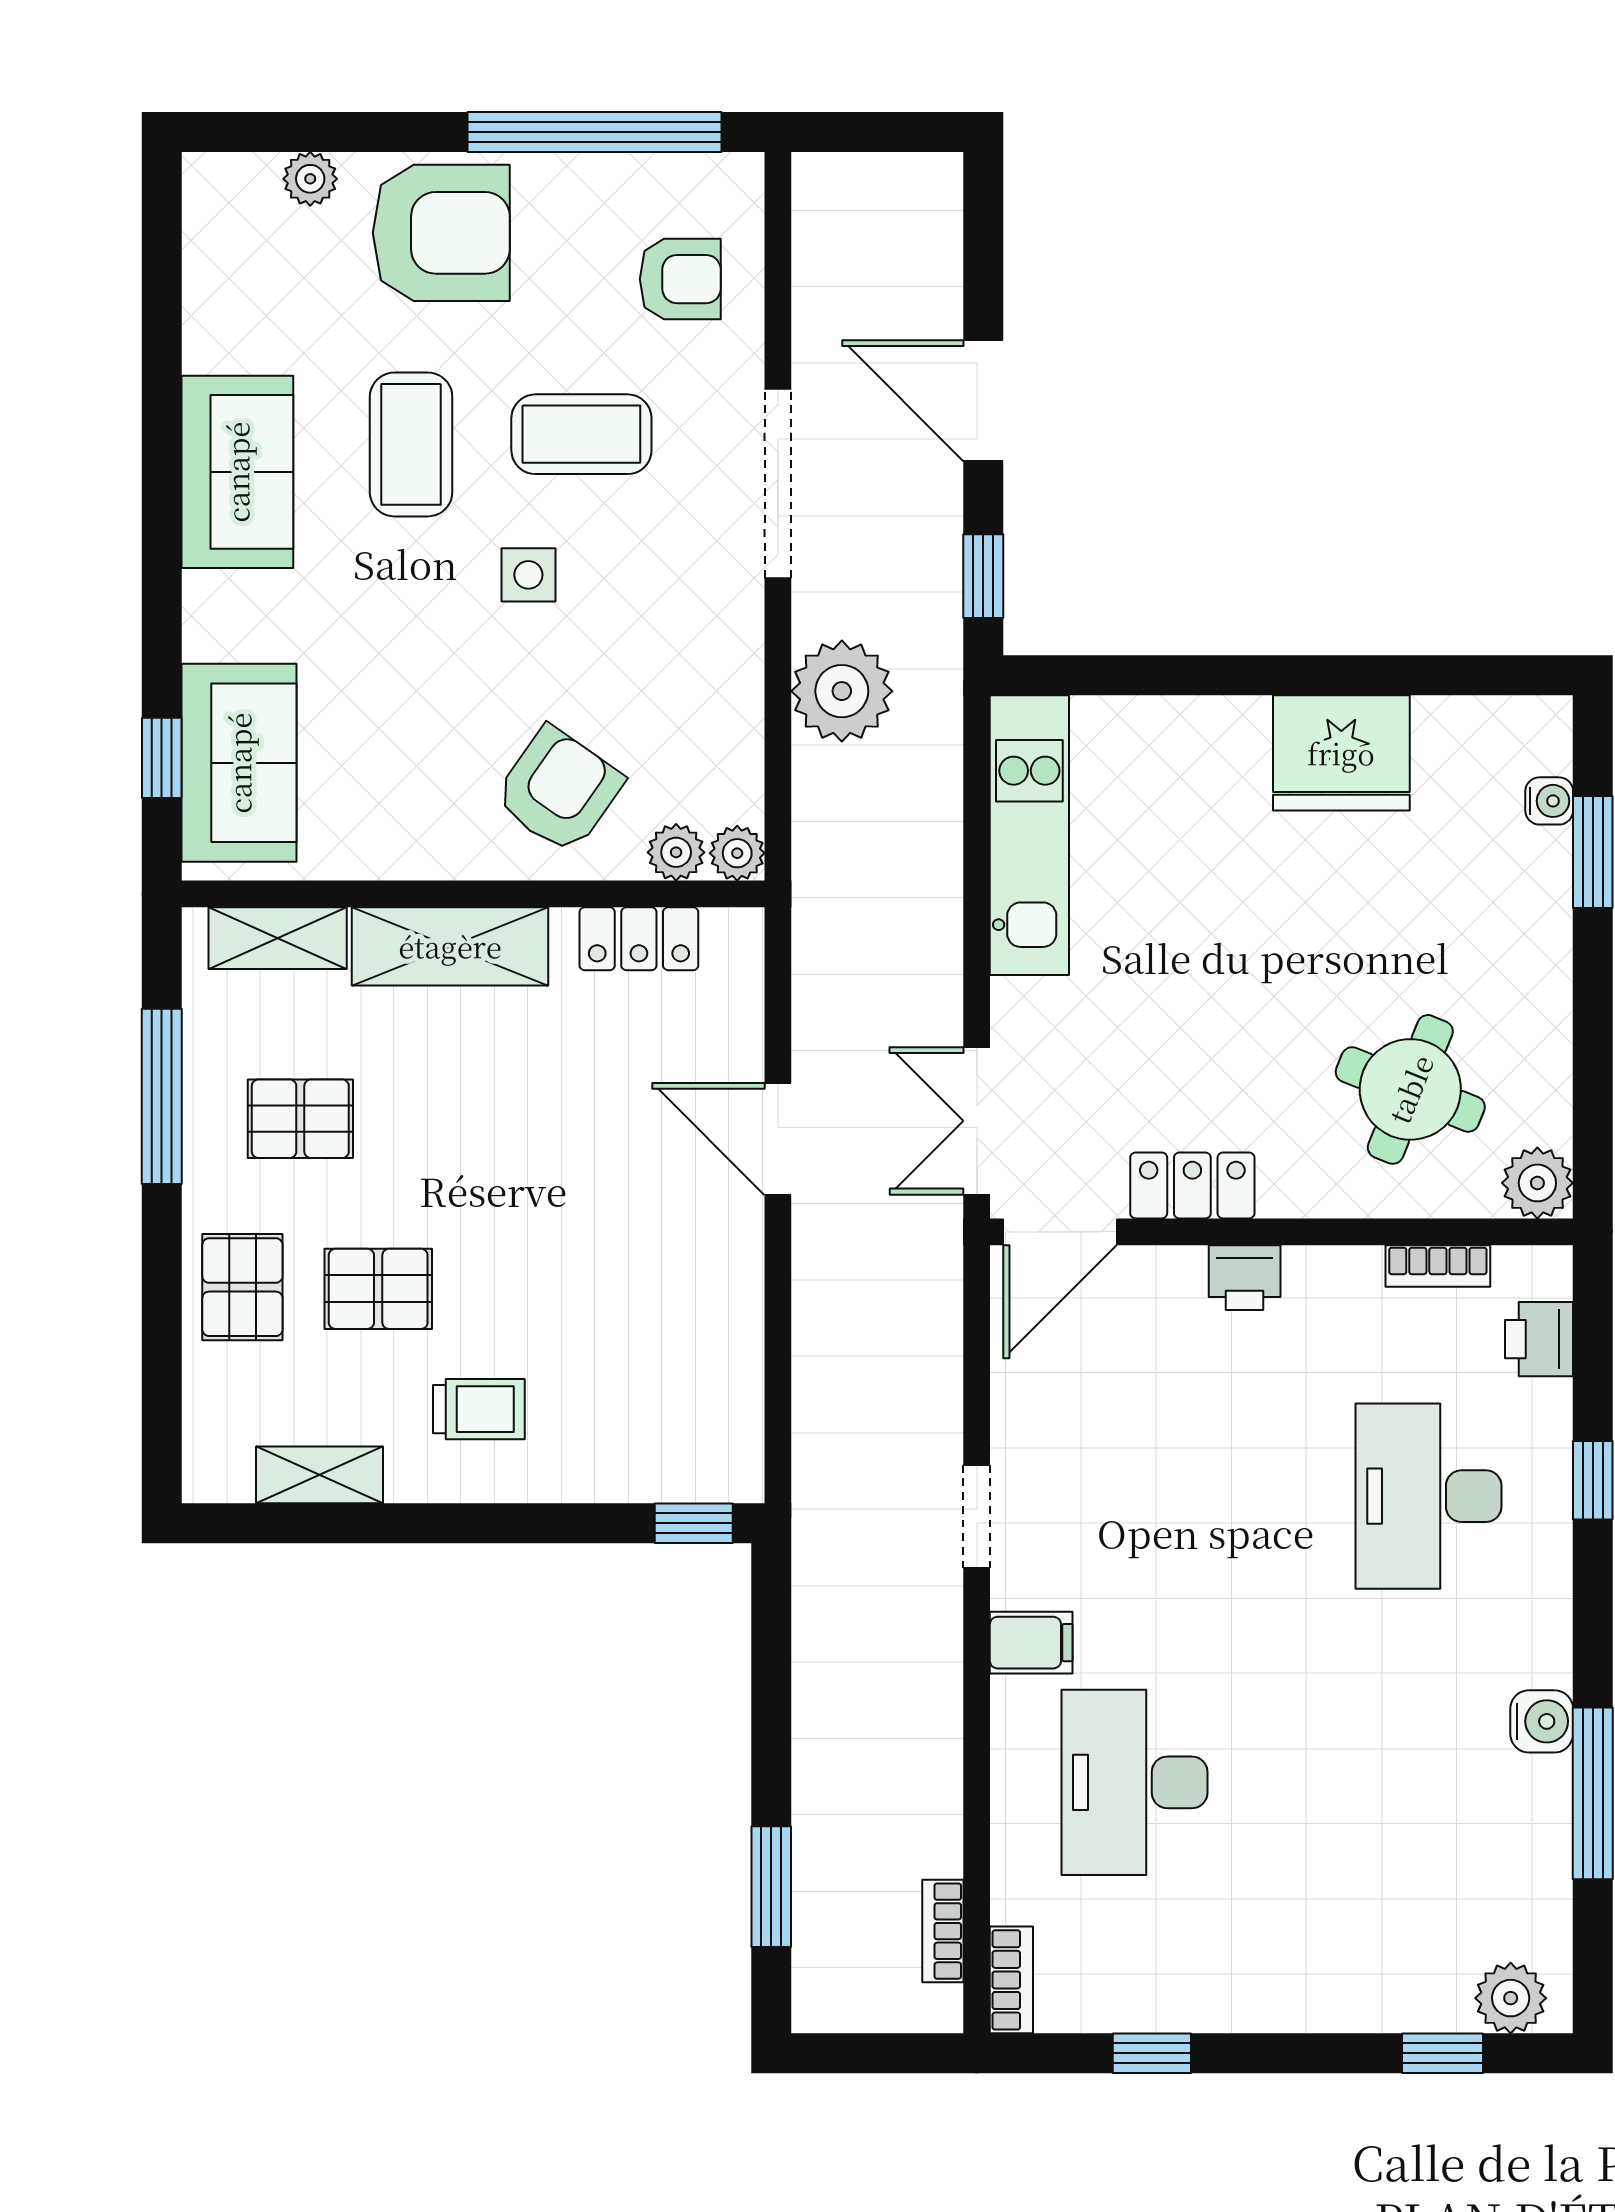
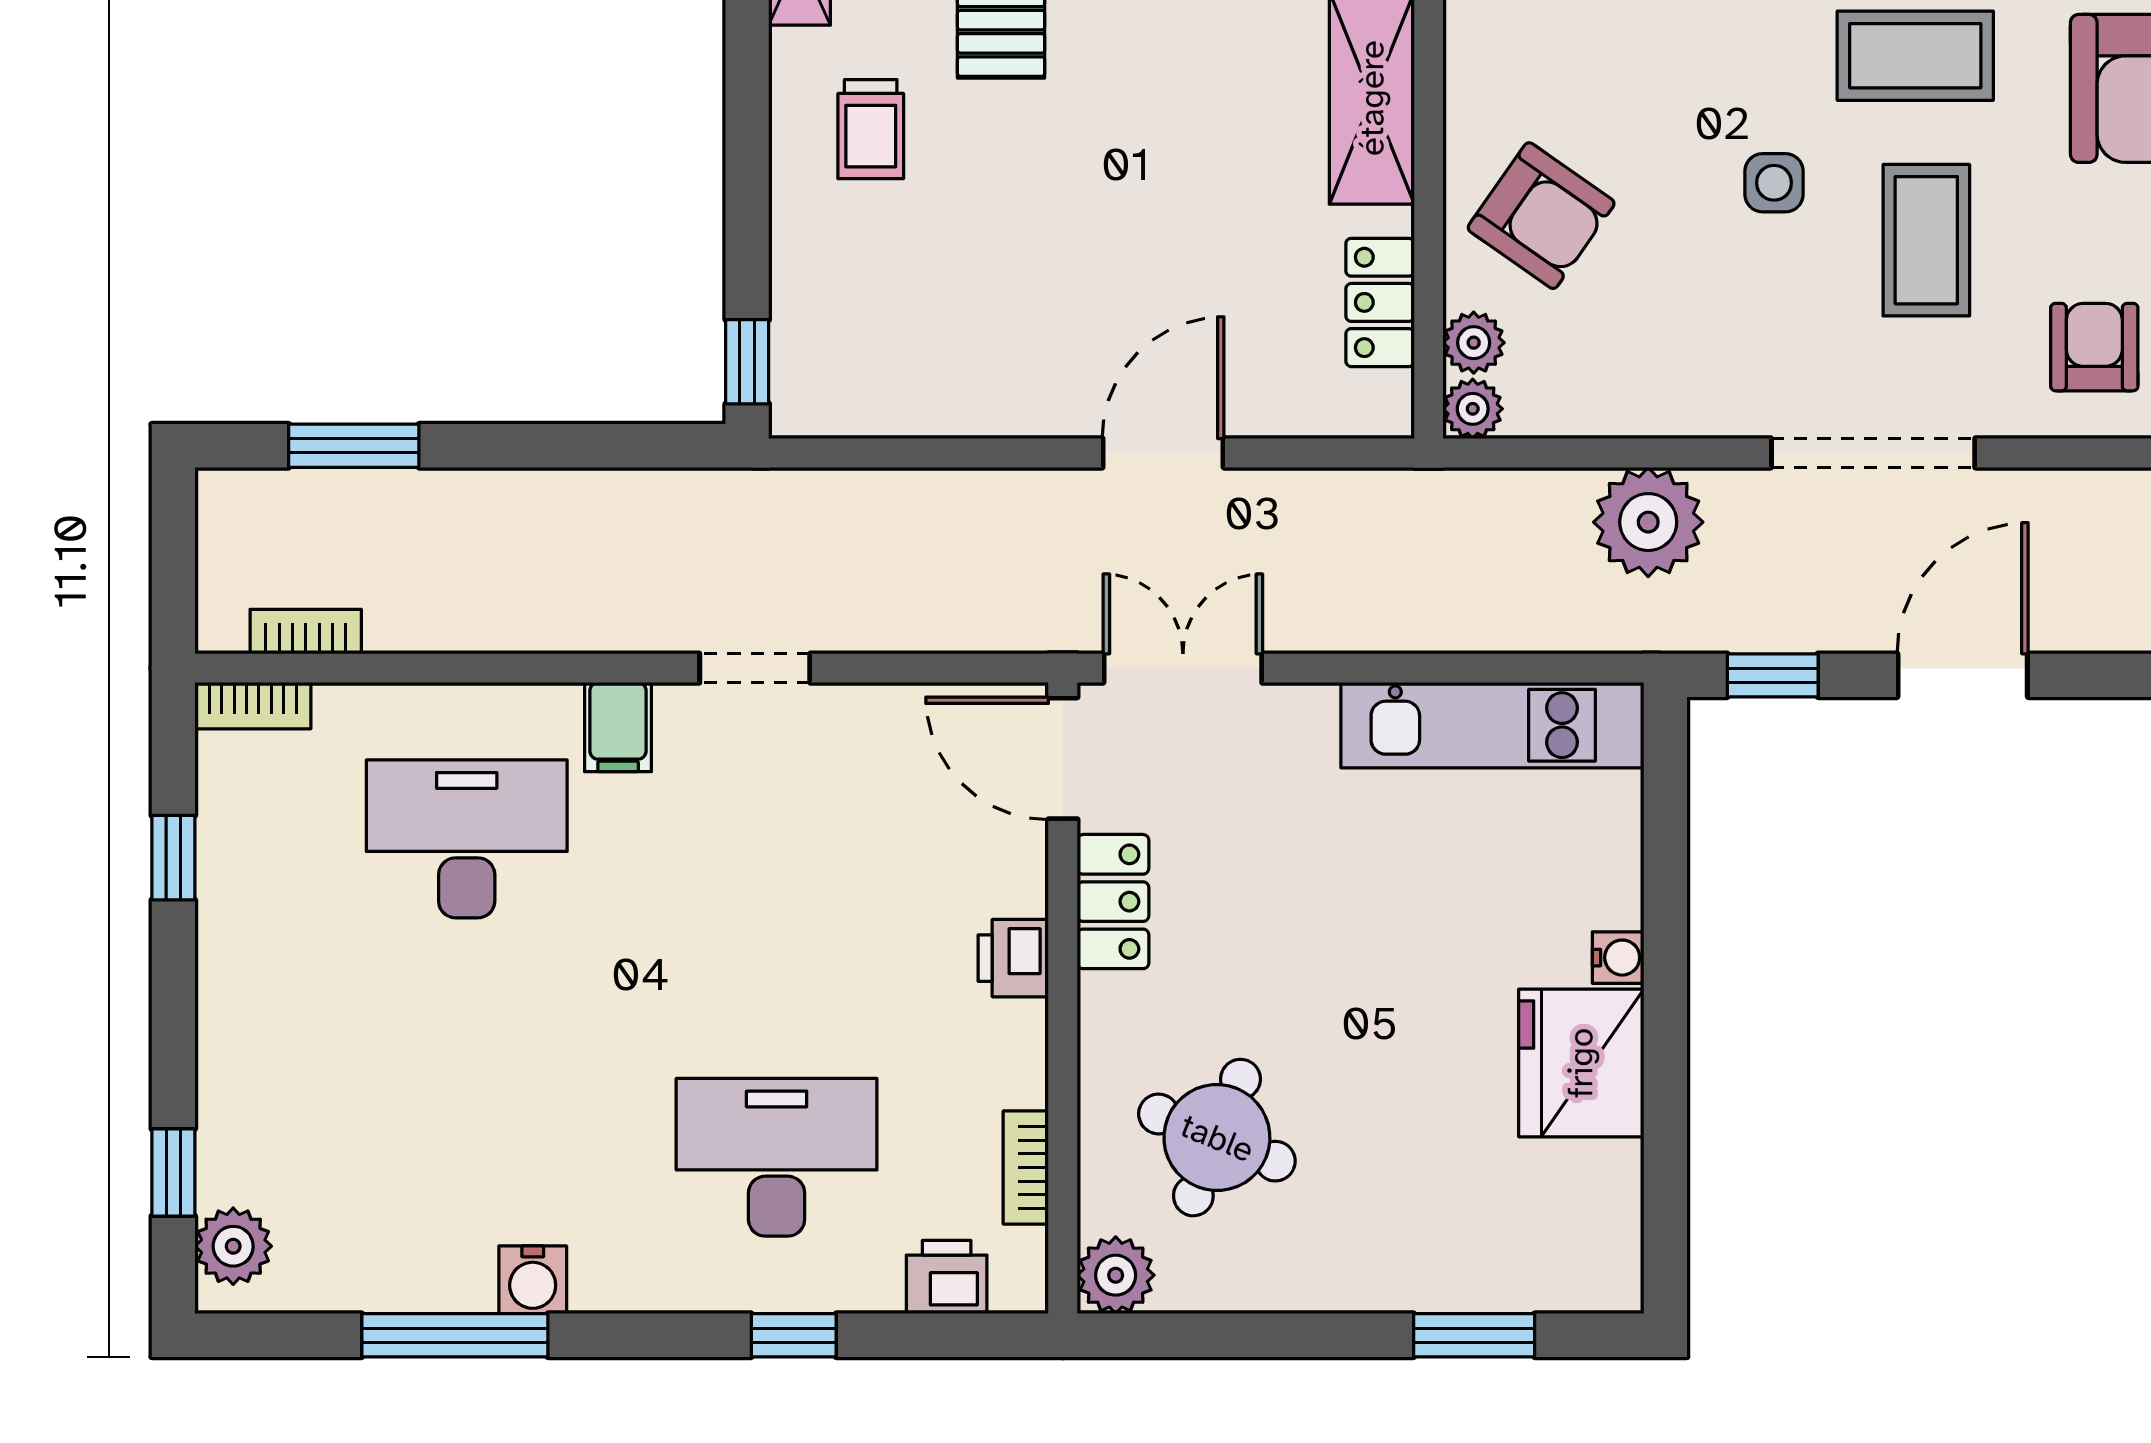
armchair: (680, 279) -> (2094, 347), turned 180
water cooler: (1549, 801) -> (1618, 958), moved, turned -90

